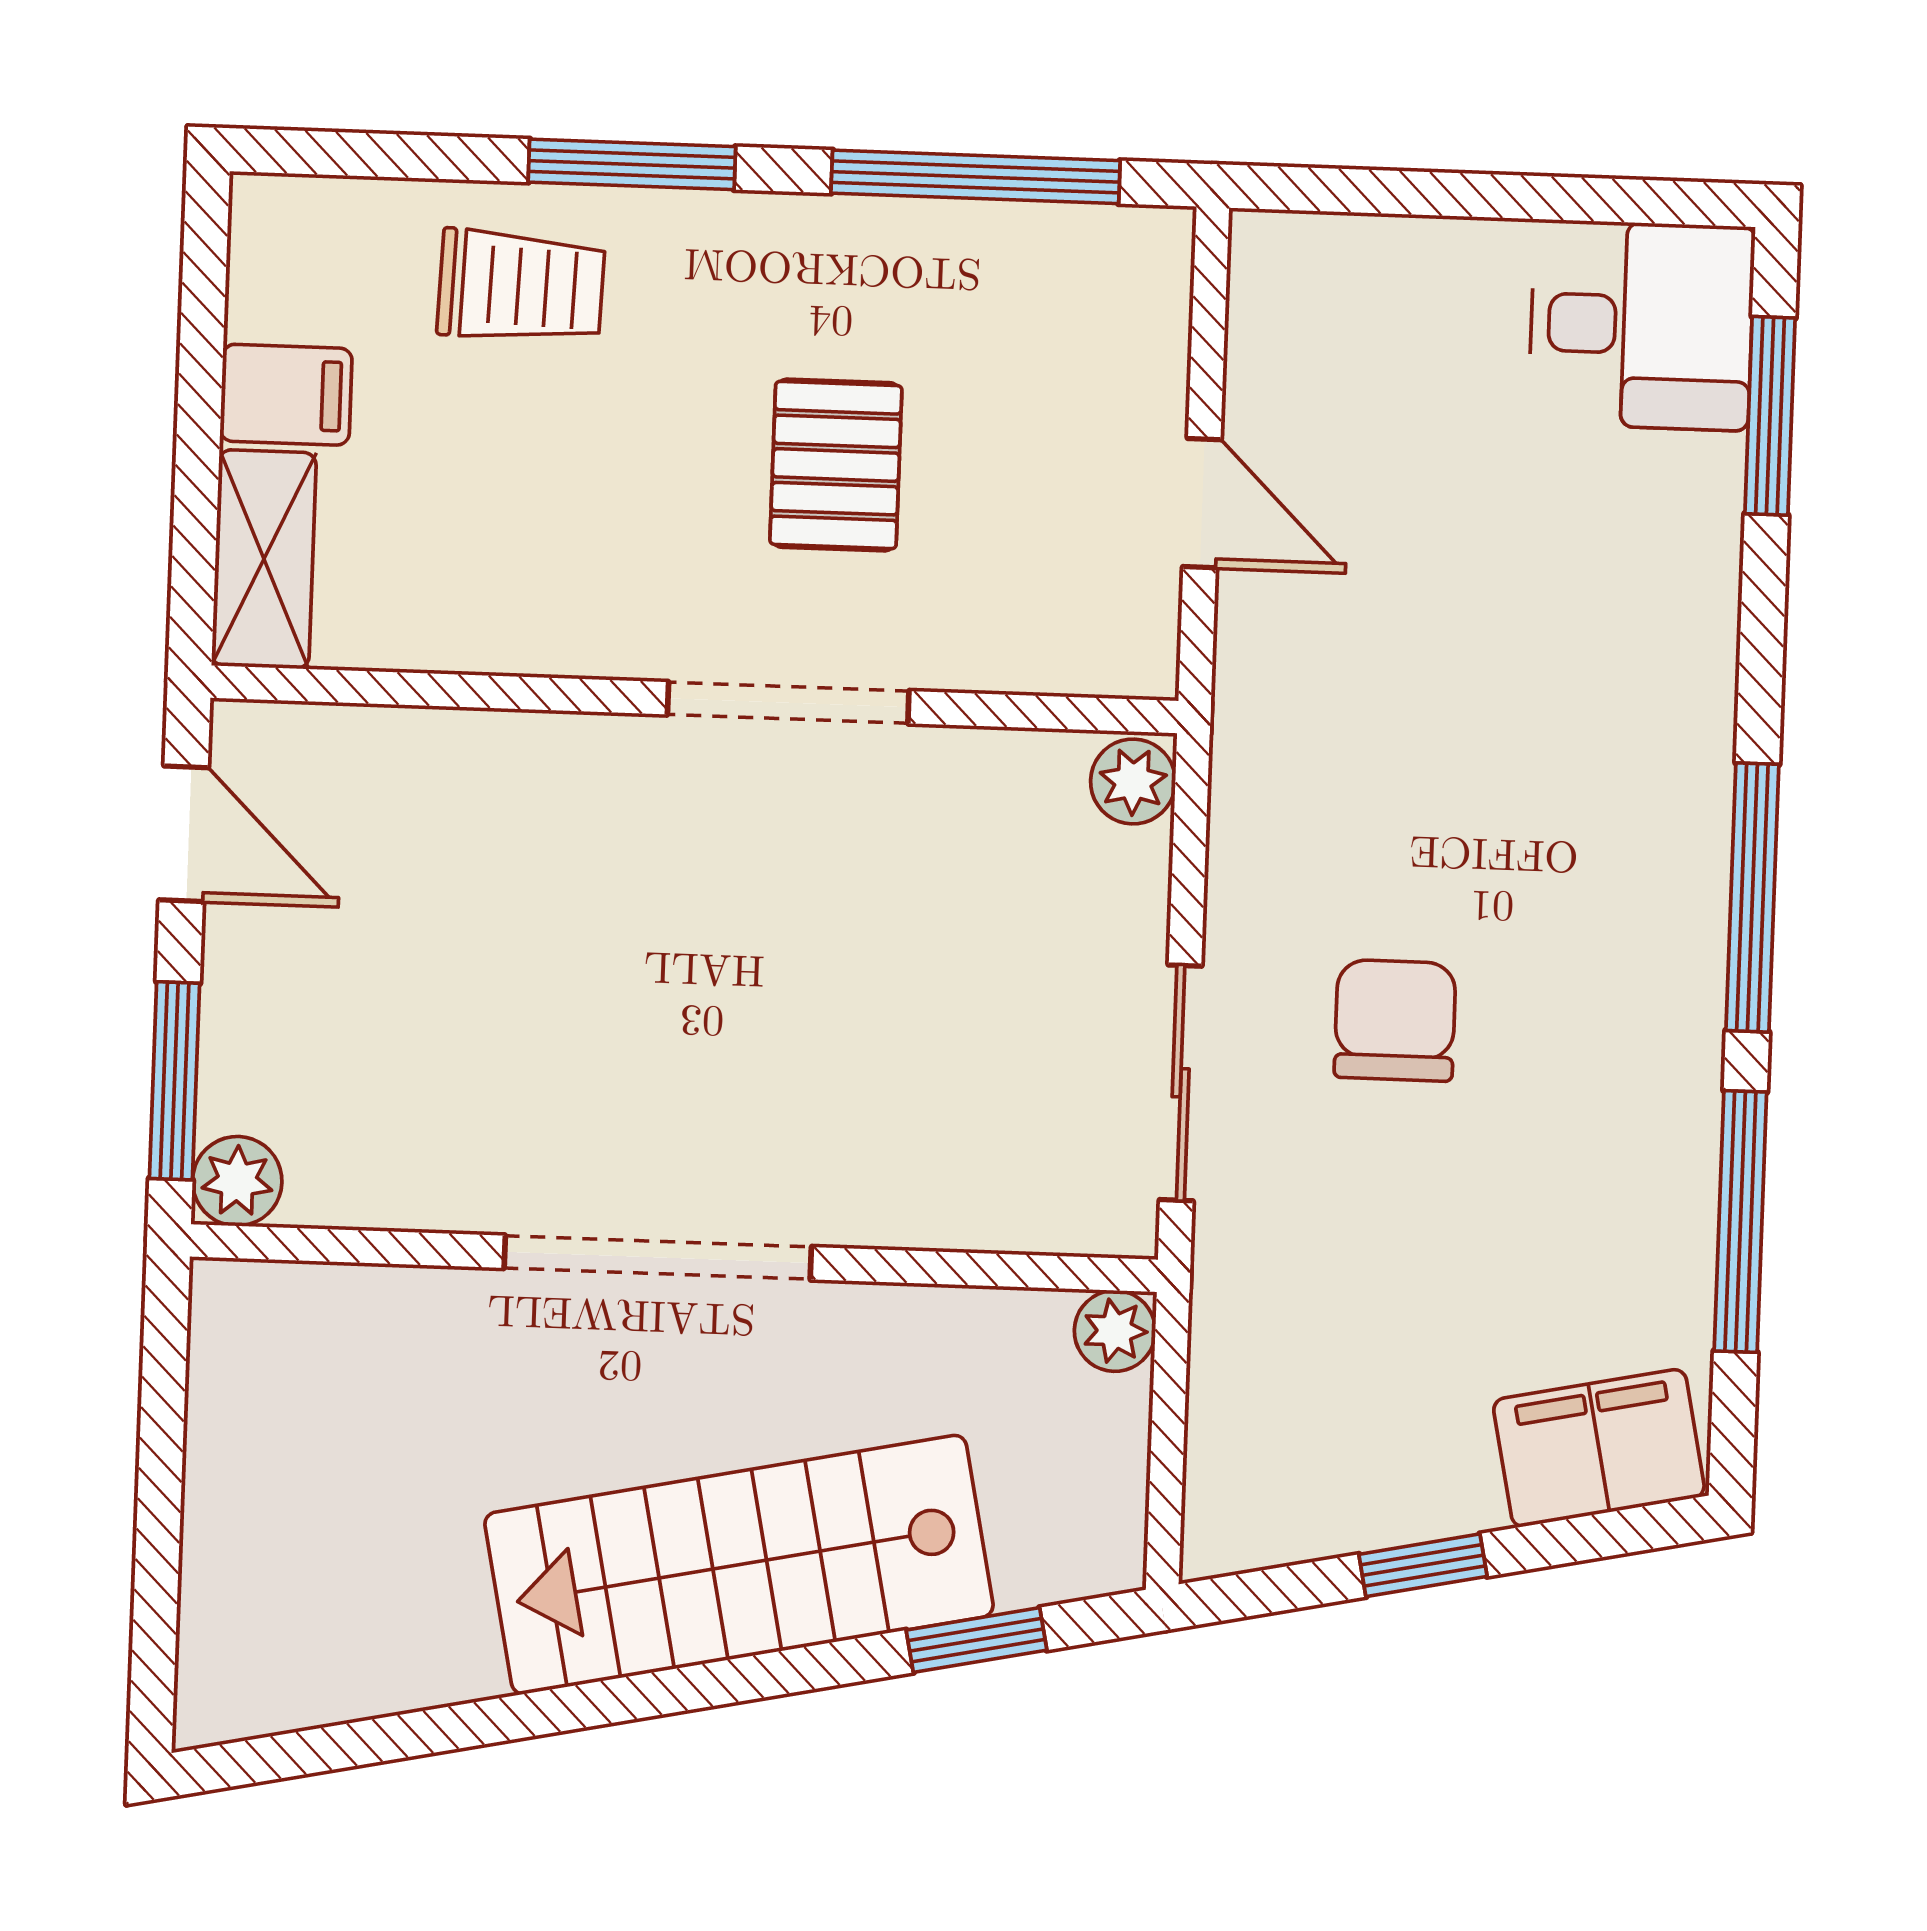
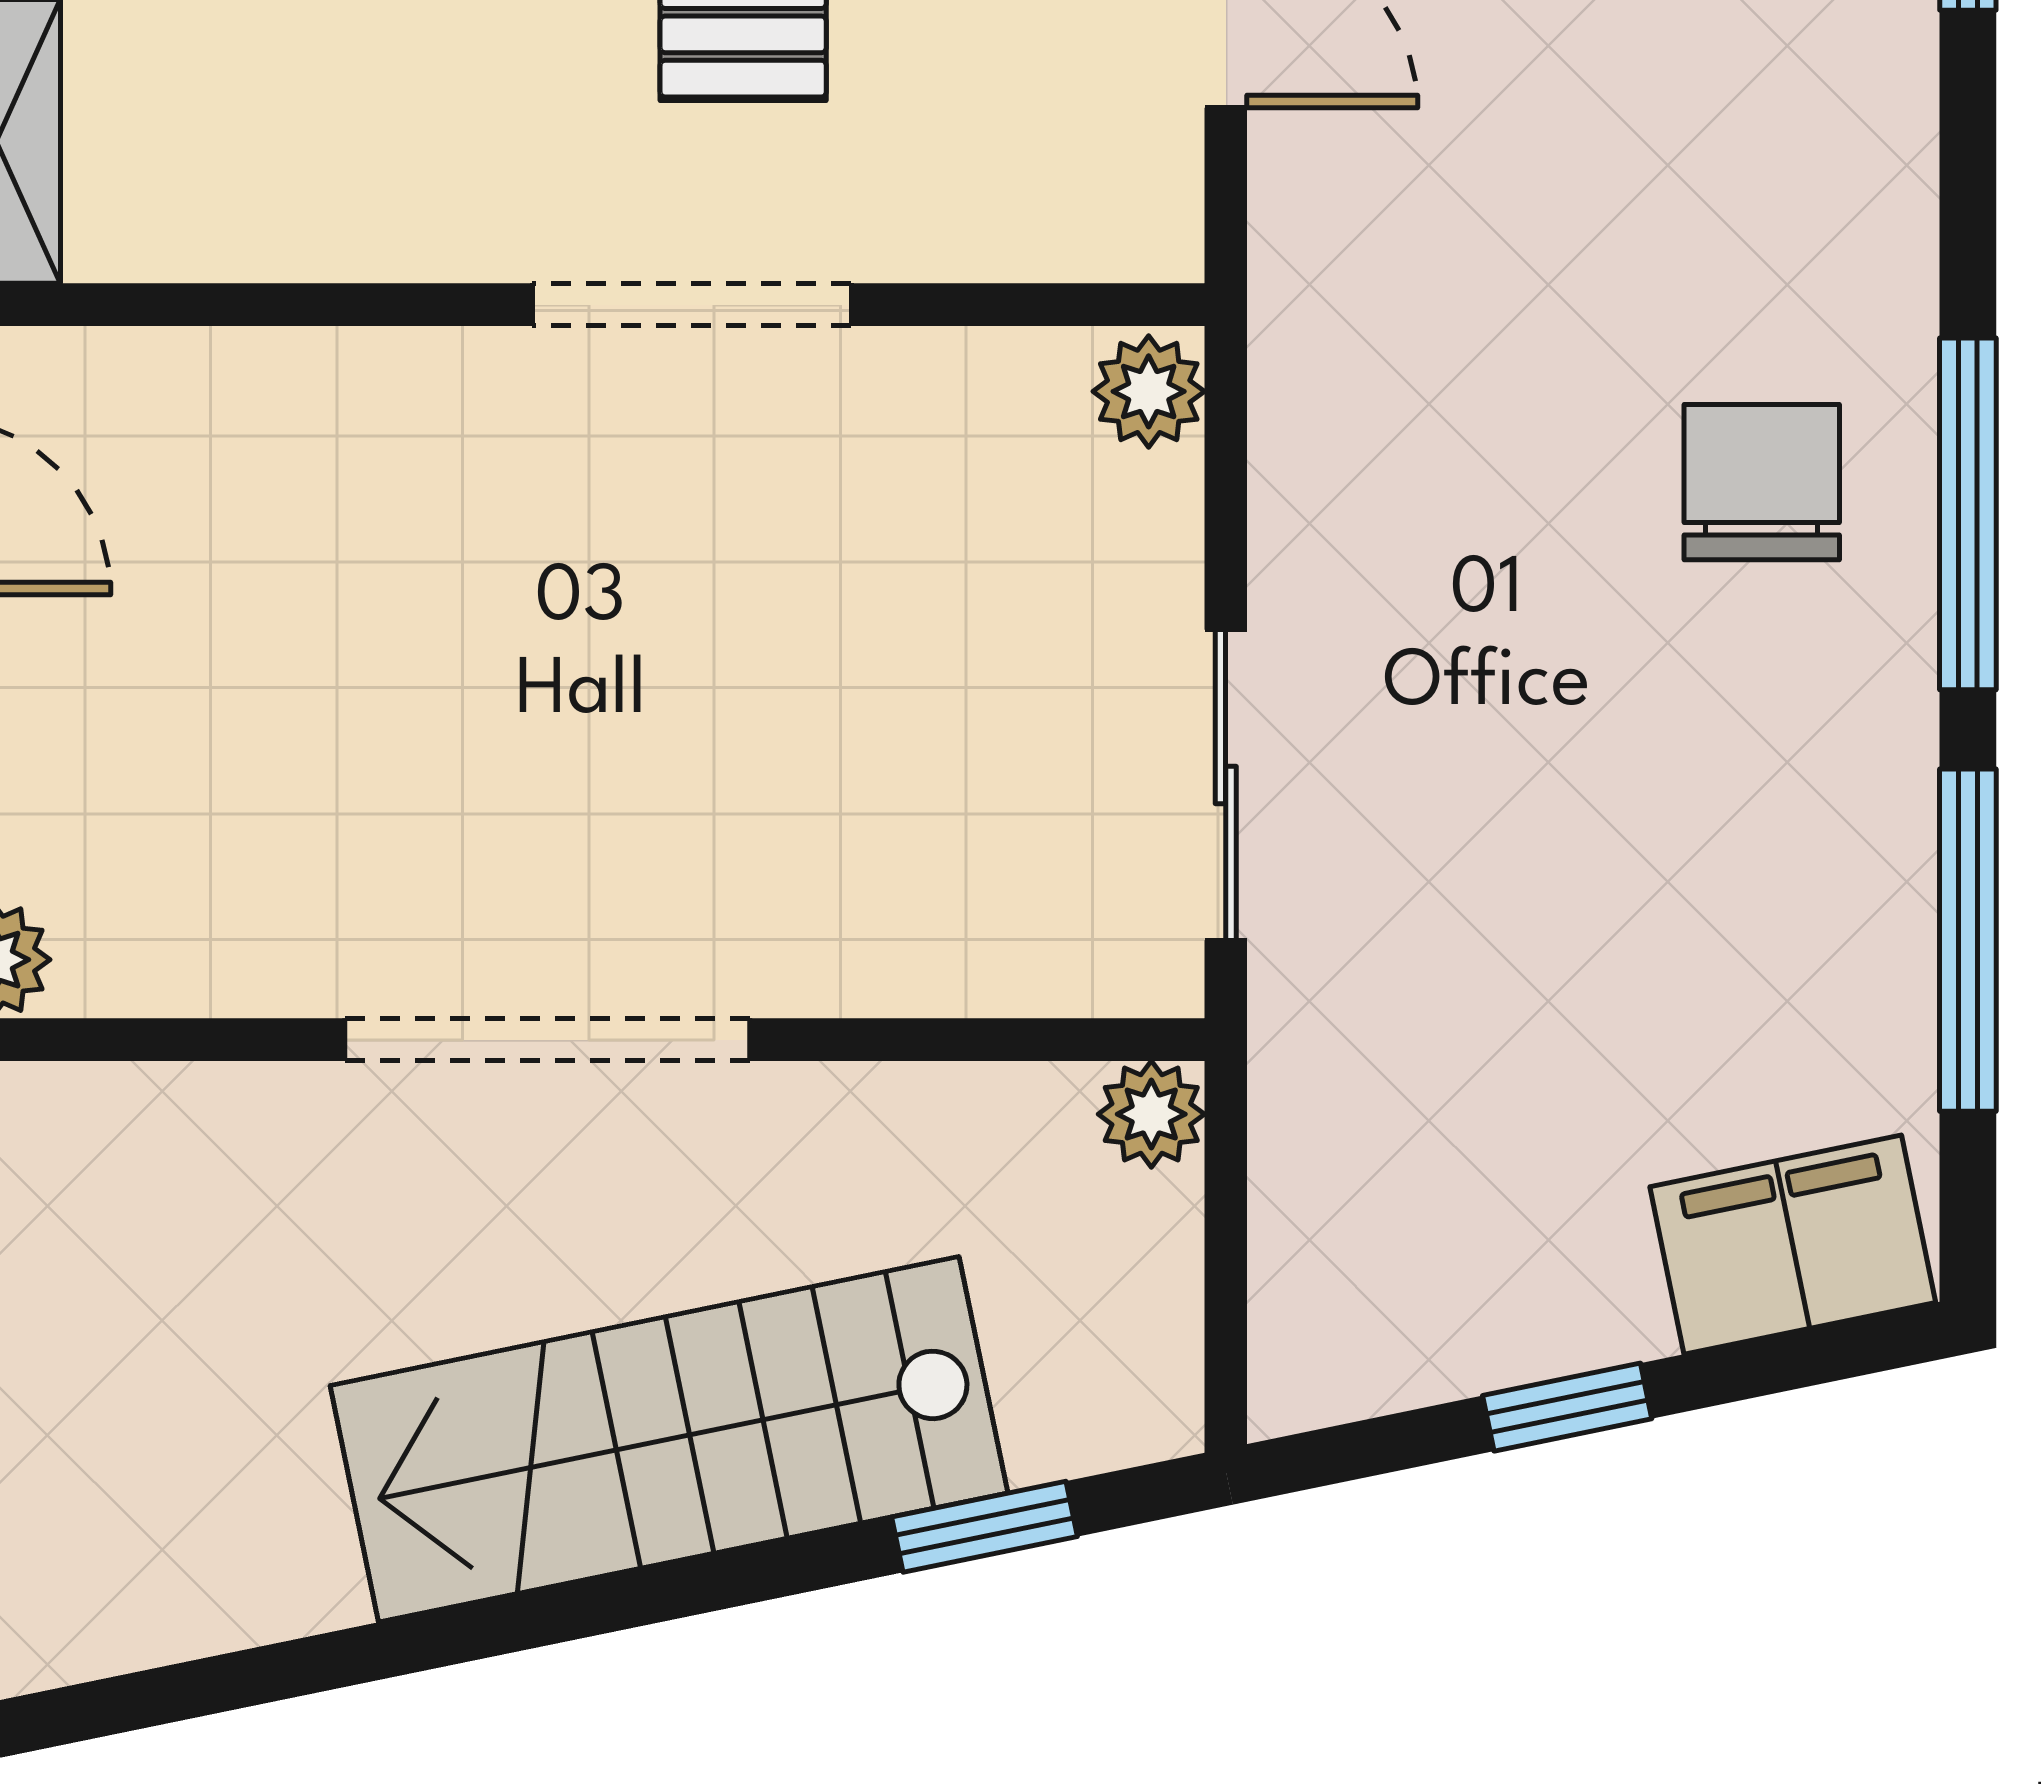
chair: (1395, 1020) -> (1762, 482), moved

